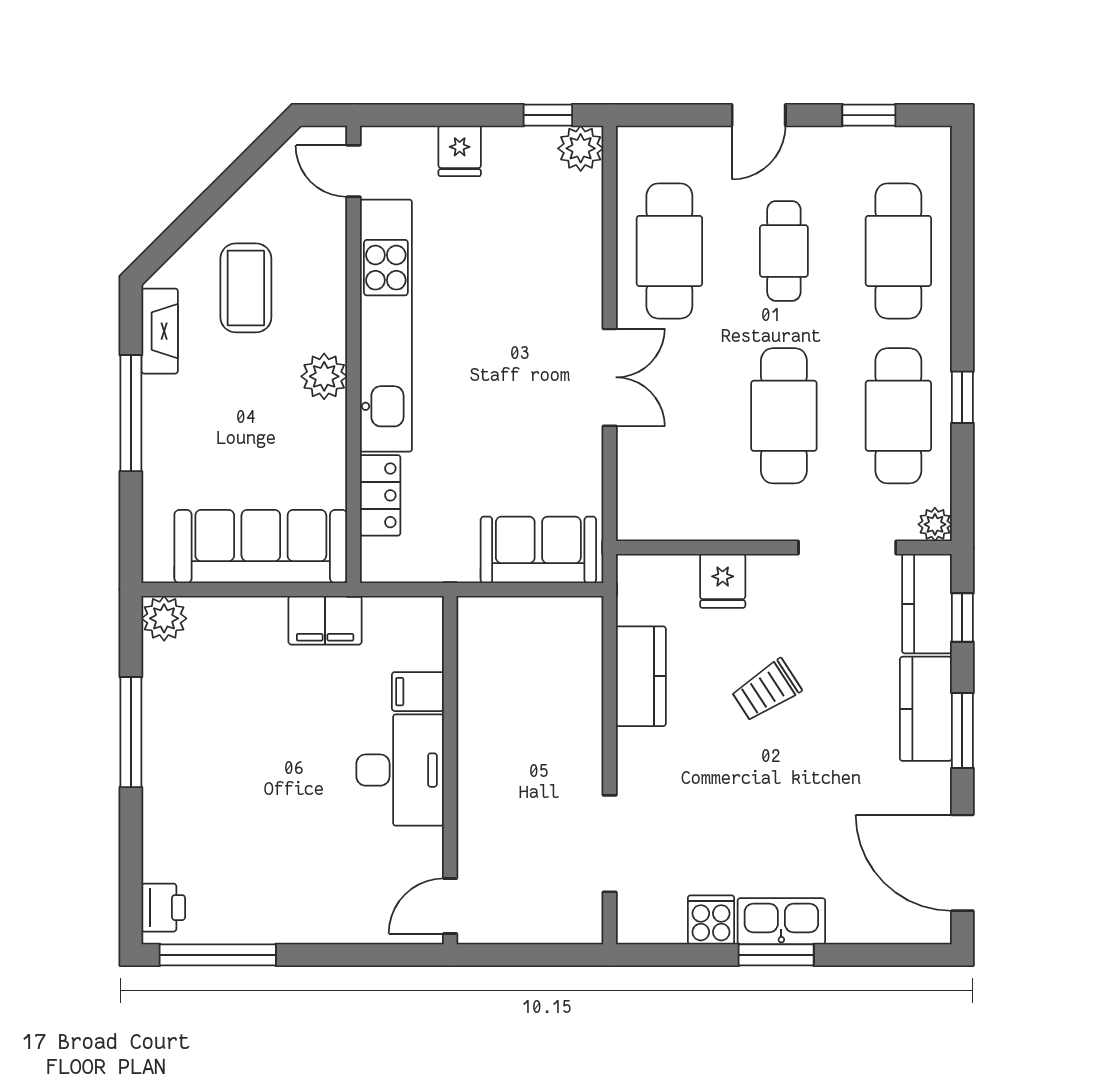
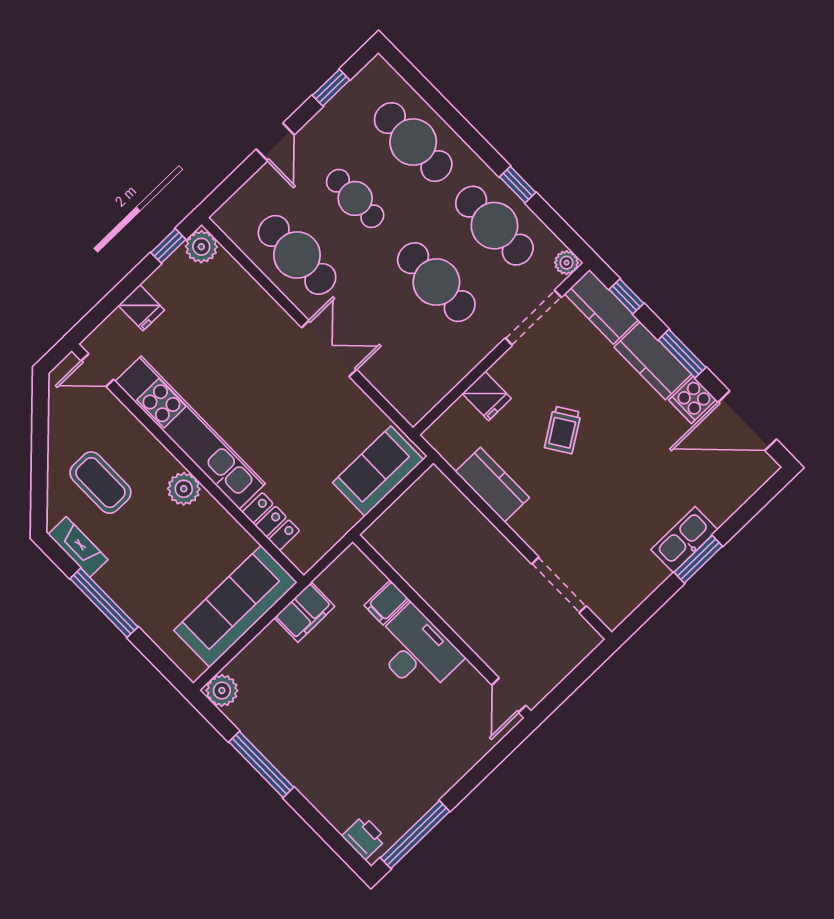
cooker: (711, 920) -> (692, 400), moved, turned -90

